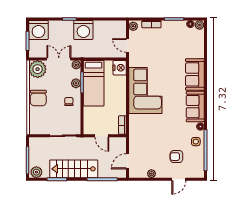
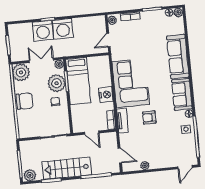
washing machine: (38, 30) -> (43, 31), moved
door: (128, 46) -> (108, 40), hinge flipped
nightstand: (120, 68) -> (106, 95), moved
sofa: (195, 74) -> (178, 57), width x1.36
plant: (76, 83) -> (57, 83), width x1.87, depth x1.87
chair: (38, 98) -> (25, 101), turned -90
tv unit: (134, 127) -> (122, 121), added
armchair: (176, 157) -> (149, 118), moved
door: (128, 161) -> (120, 156), swing flipped
door: (179, 179) -> (185, 167), moved

